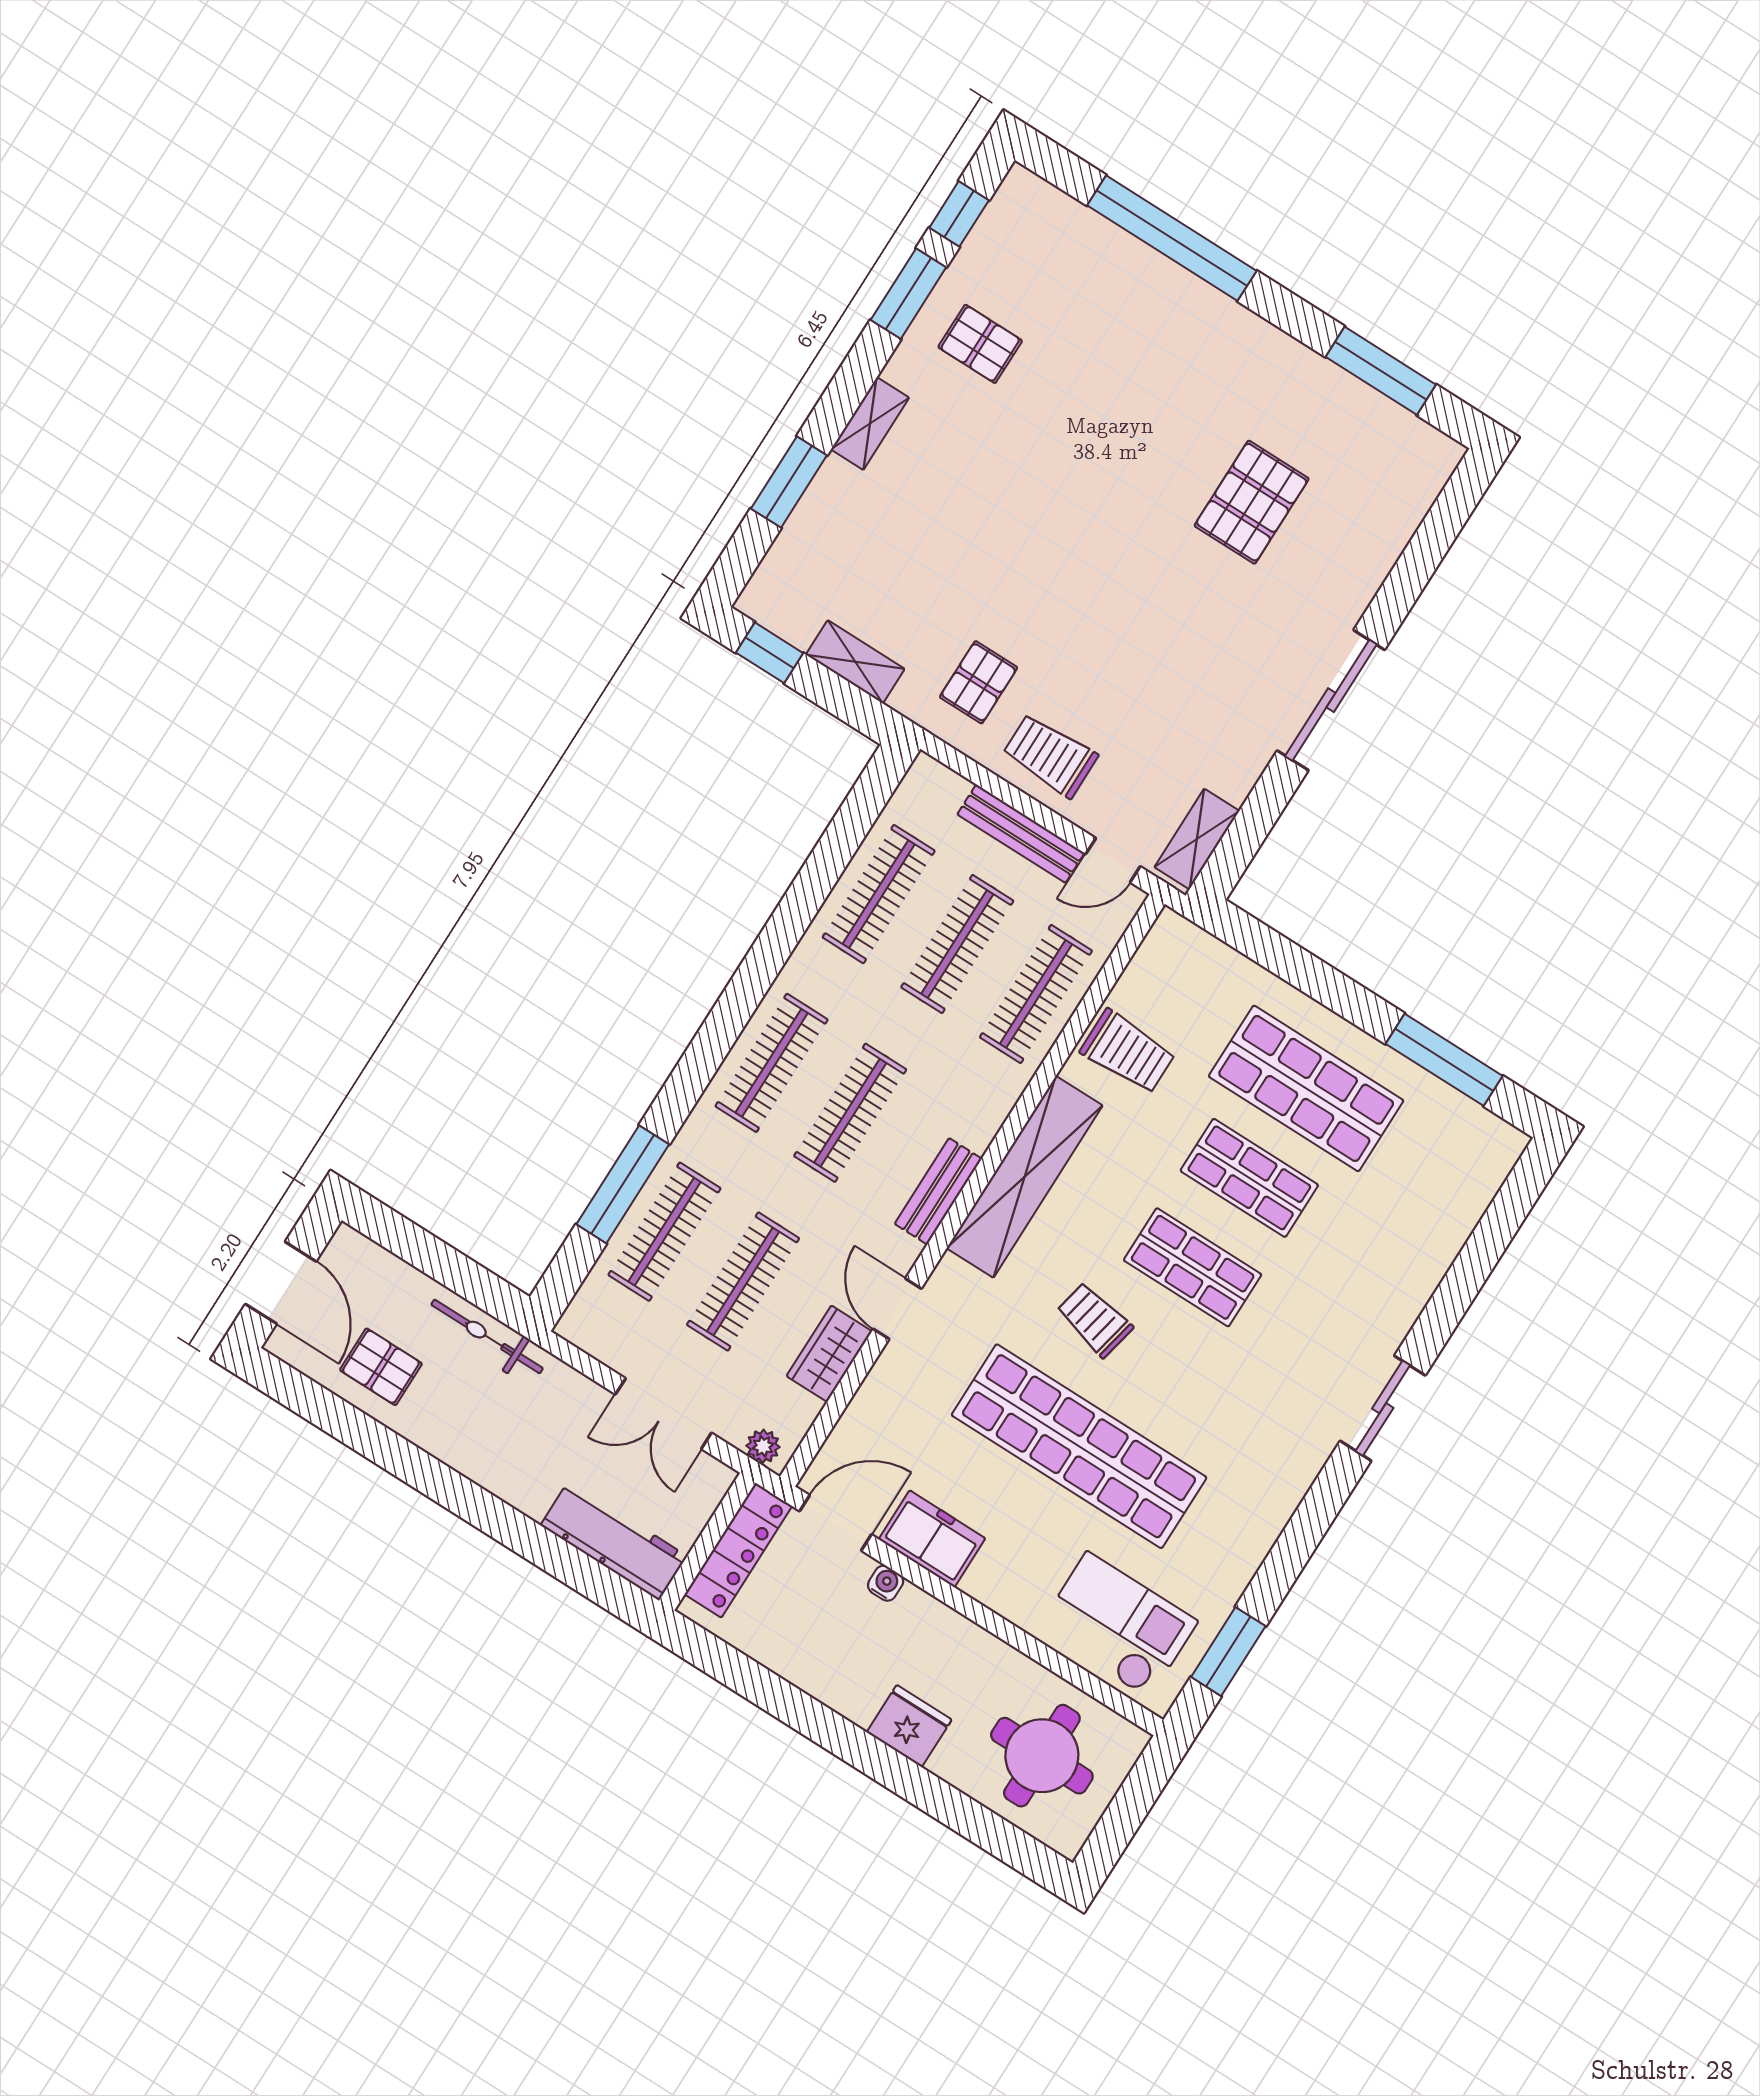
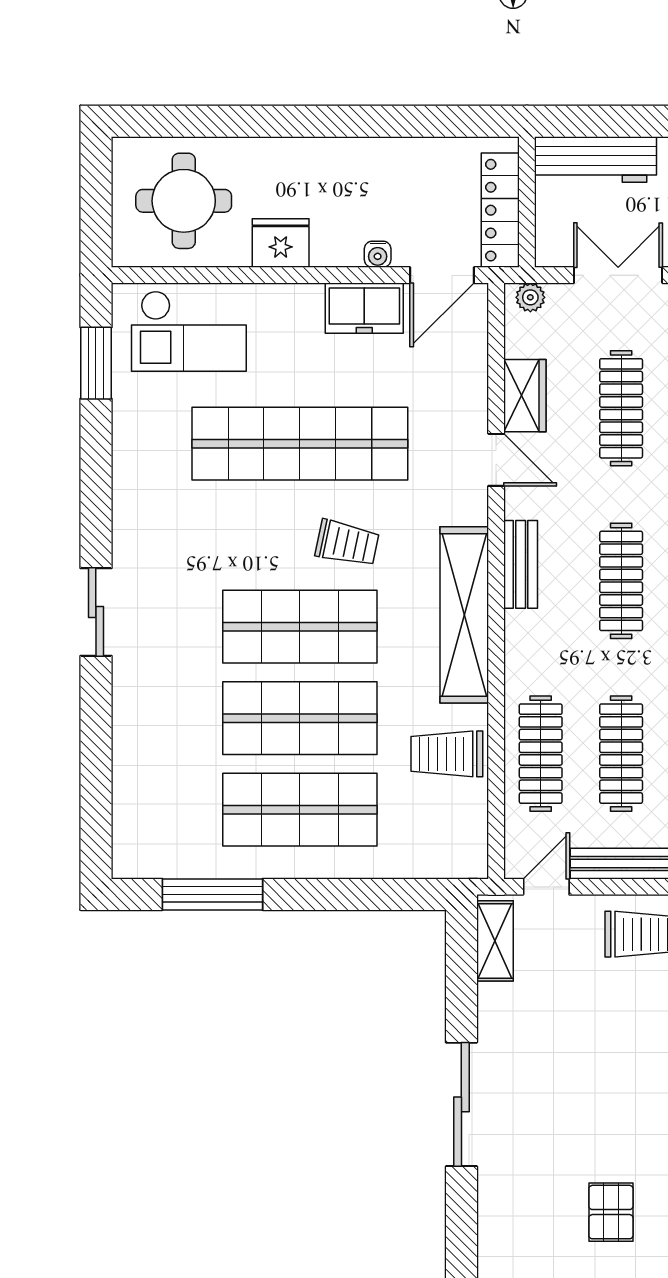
pallet: (1252, 502) -> (611, 1212), width x0.67, depth x0.71
shop shelf: (1249, 1178) -> (300, 718), width x1.43, depth x1.36
shop shelf: (1193, 1267) -> (300, 627), width x1.43, depth x1.36
fridge: (909, 1726) -> (281, 243), moved, turned 180

